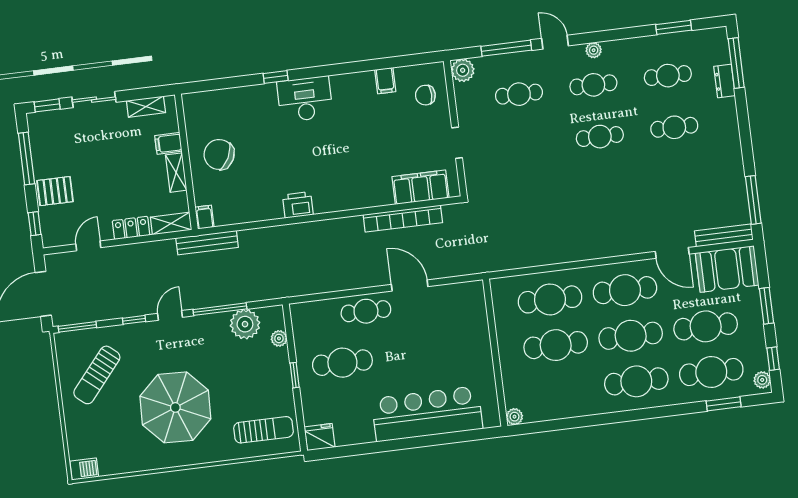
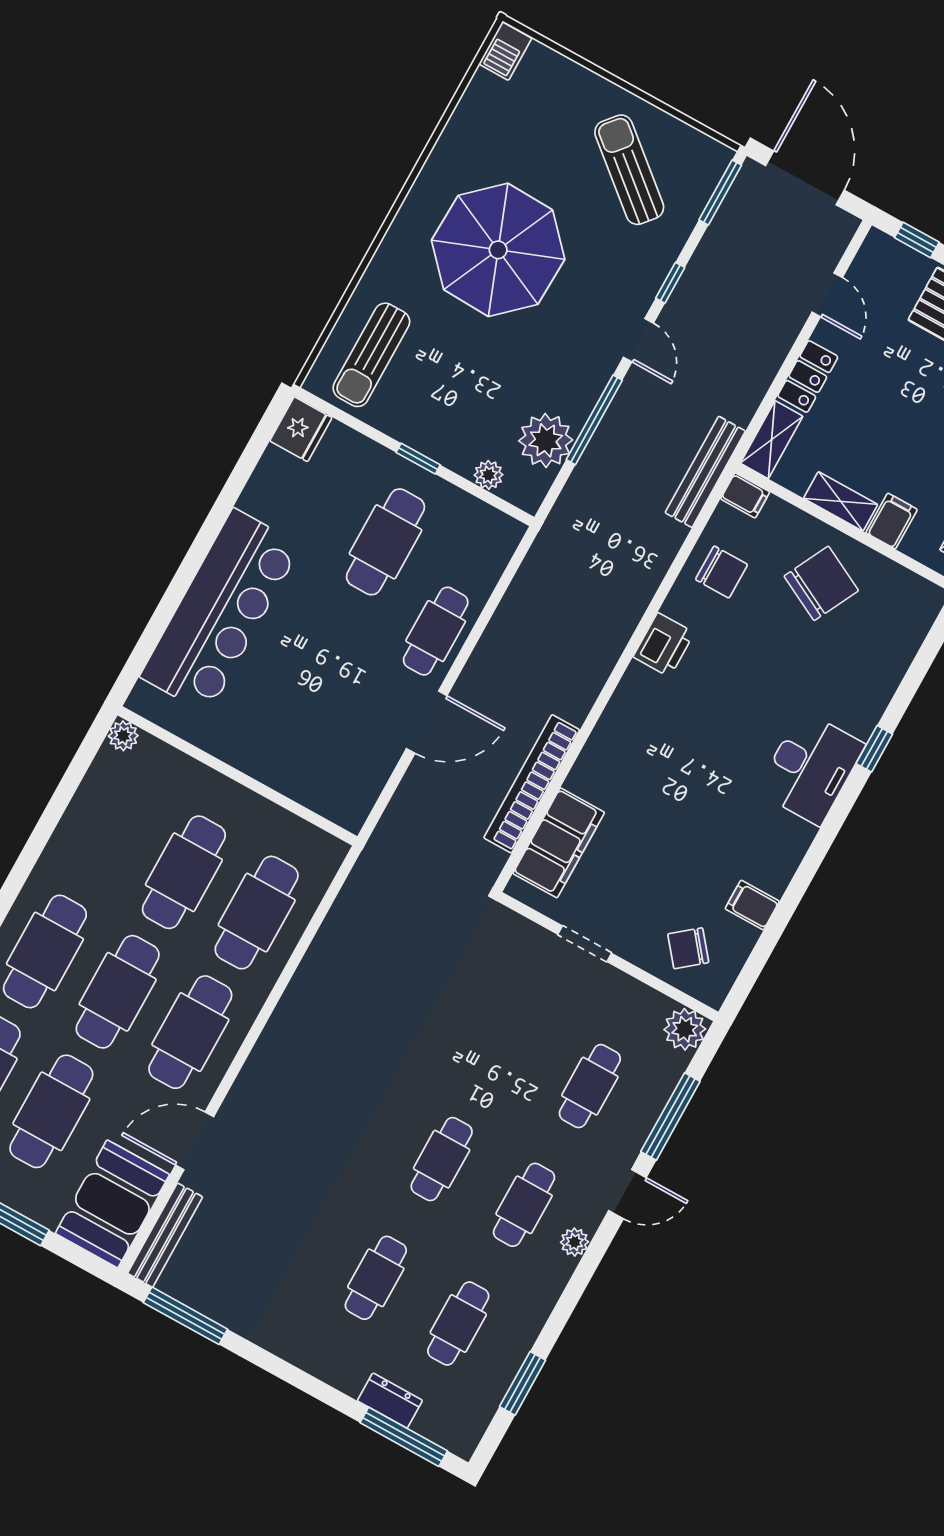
chair: (425, 95) -> (688, 948), turned -129
chair: (246, 203) -> (721, 572), added

